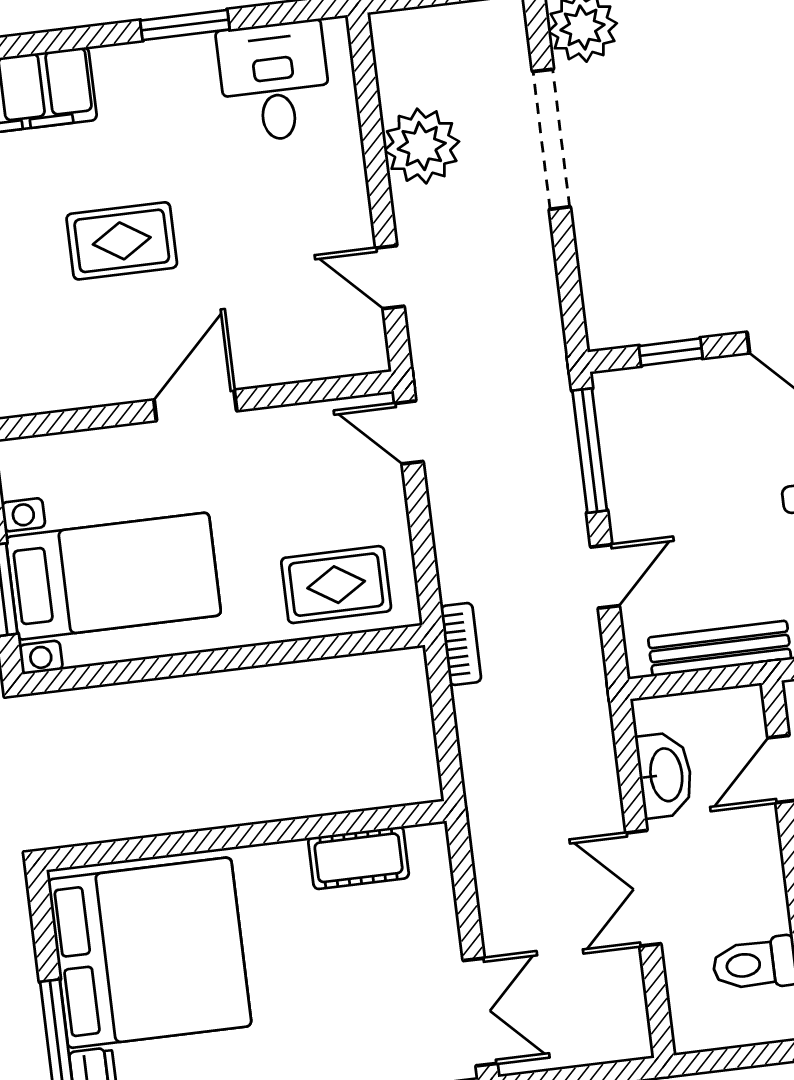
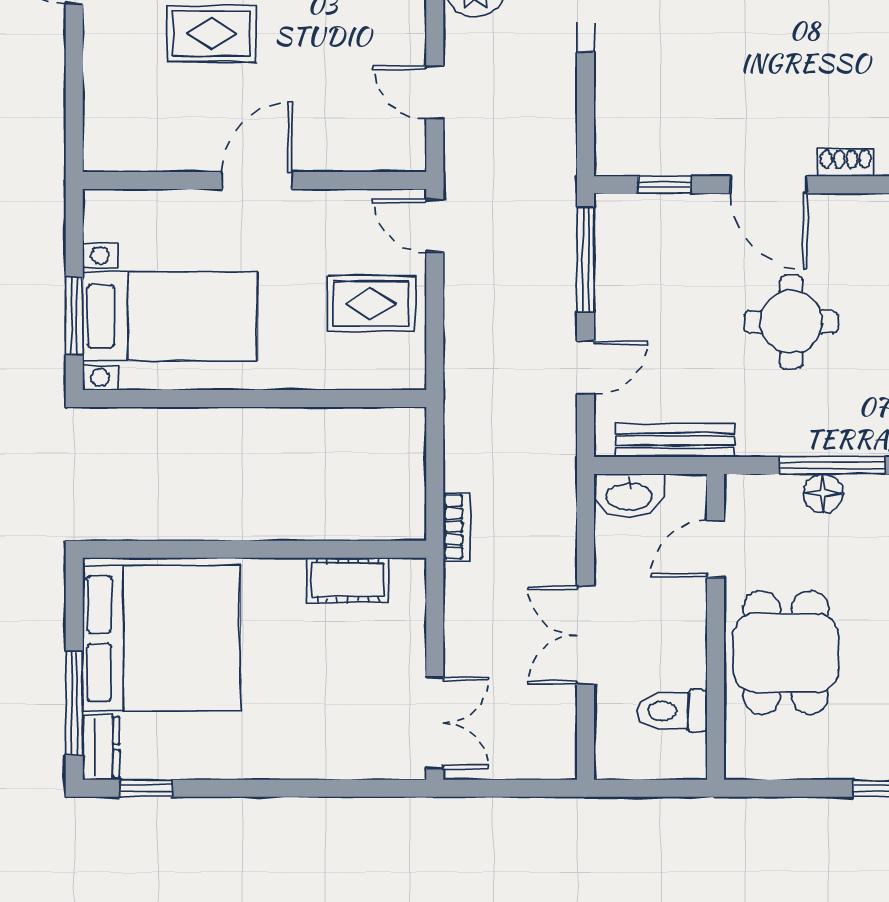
rug: (336, 585) -> (371, 304), moved
bookcase: (461, 644) -> (457, 527), moved
washbasin: (665, 775) -> (629, 495), moved, turned 90

